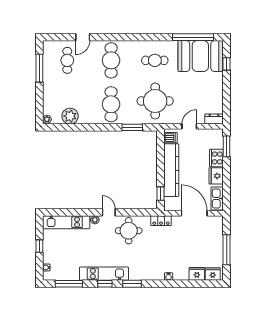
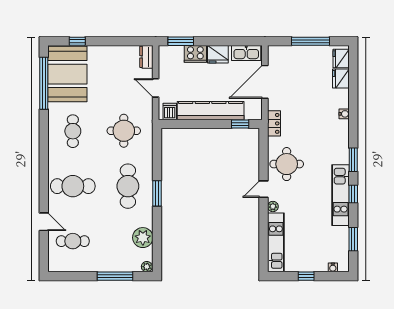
window: (39, 68) -> (115, 276), moved
round table: (155, 101) -> (124, 131), width x0.73, depth x0.73
cafe table: (111, 104) -> (128, 186), turned 90
window: (132, 127) -> (157, 193), moved
window: (69, 284) -> (353, 239), width x0.69

